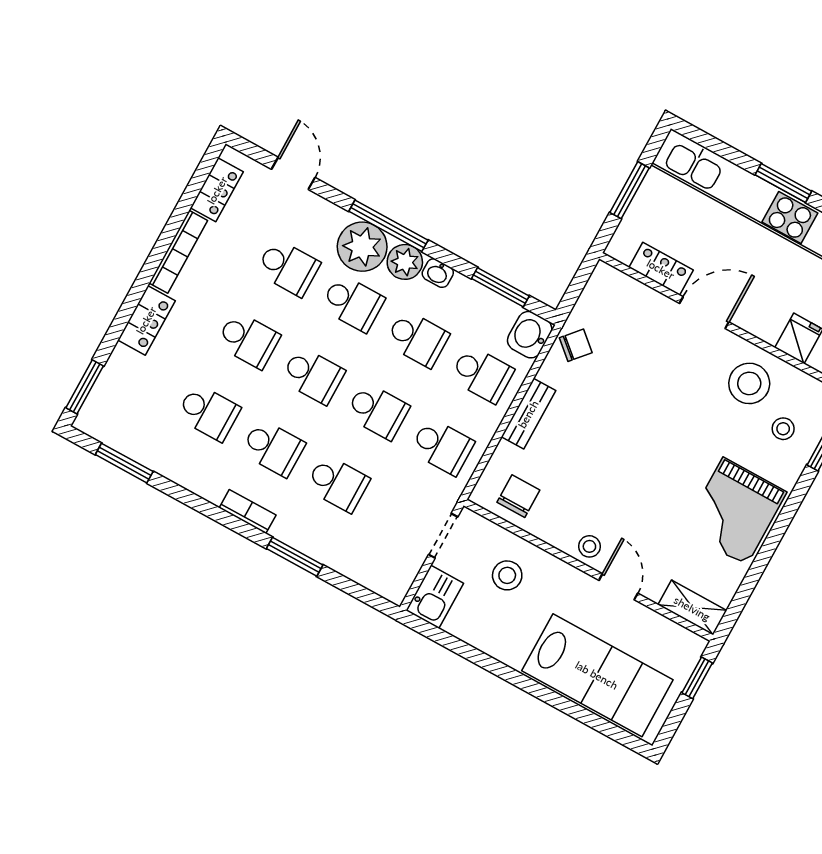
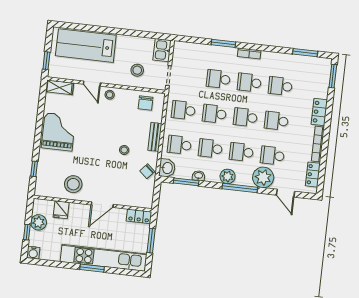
plant: (362, 247) -> (263, 177), moved
locker: (661, 269) -> (139, 216), moved
washbasin: (438, 273) -> (199, 176), moved
stool: (783, 429) -> (124, 150), moved

